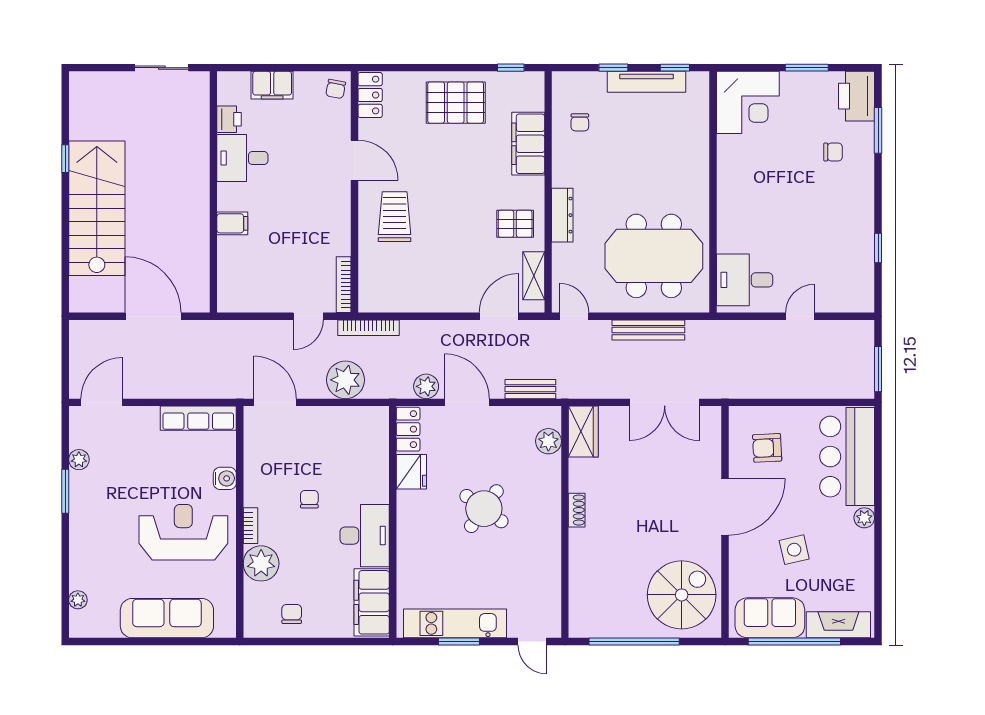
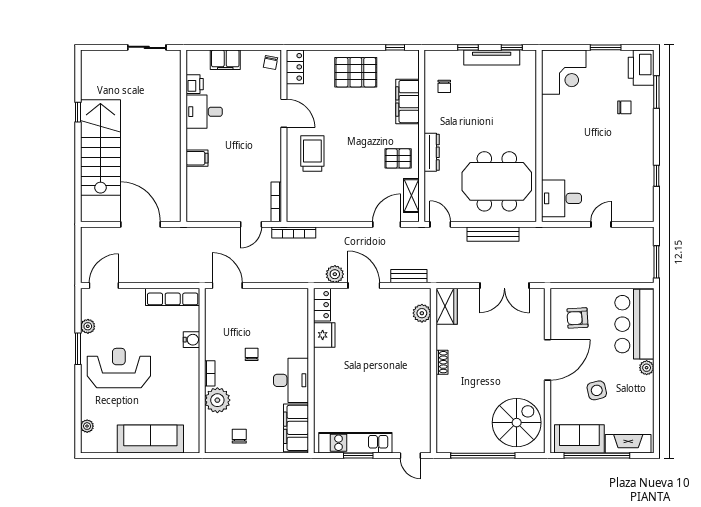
plant: (346, 380) -> (277, 270), removed
round table: (484, 509) -> (376, 361), removed
reception desk: (183, 532) -> (119, 368), moved

